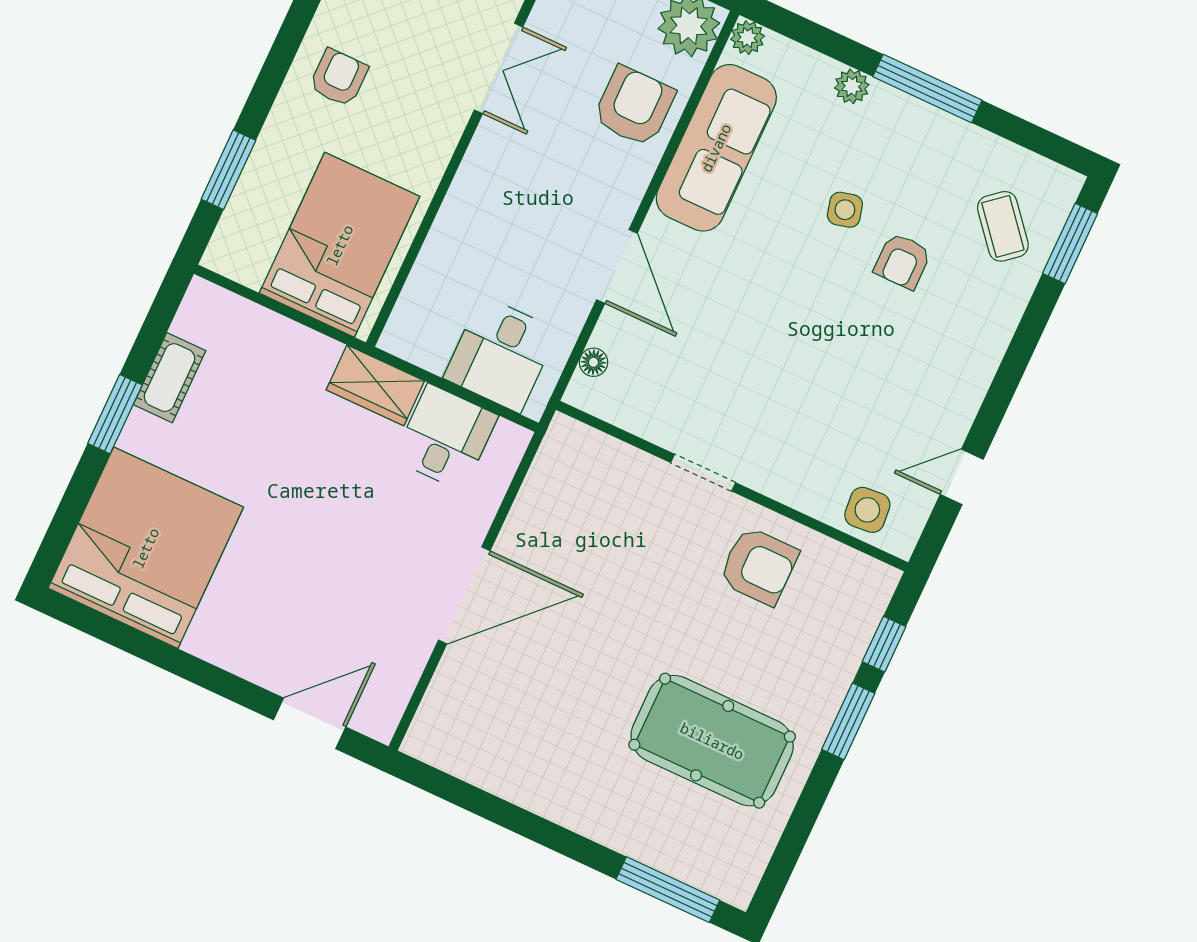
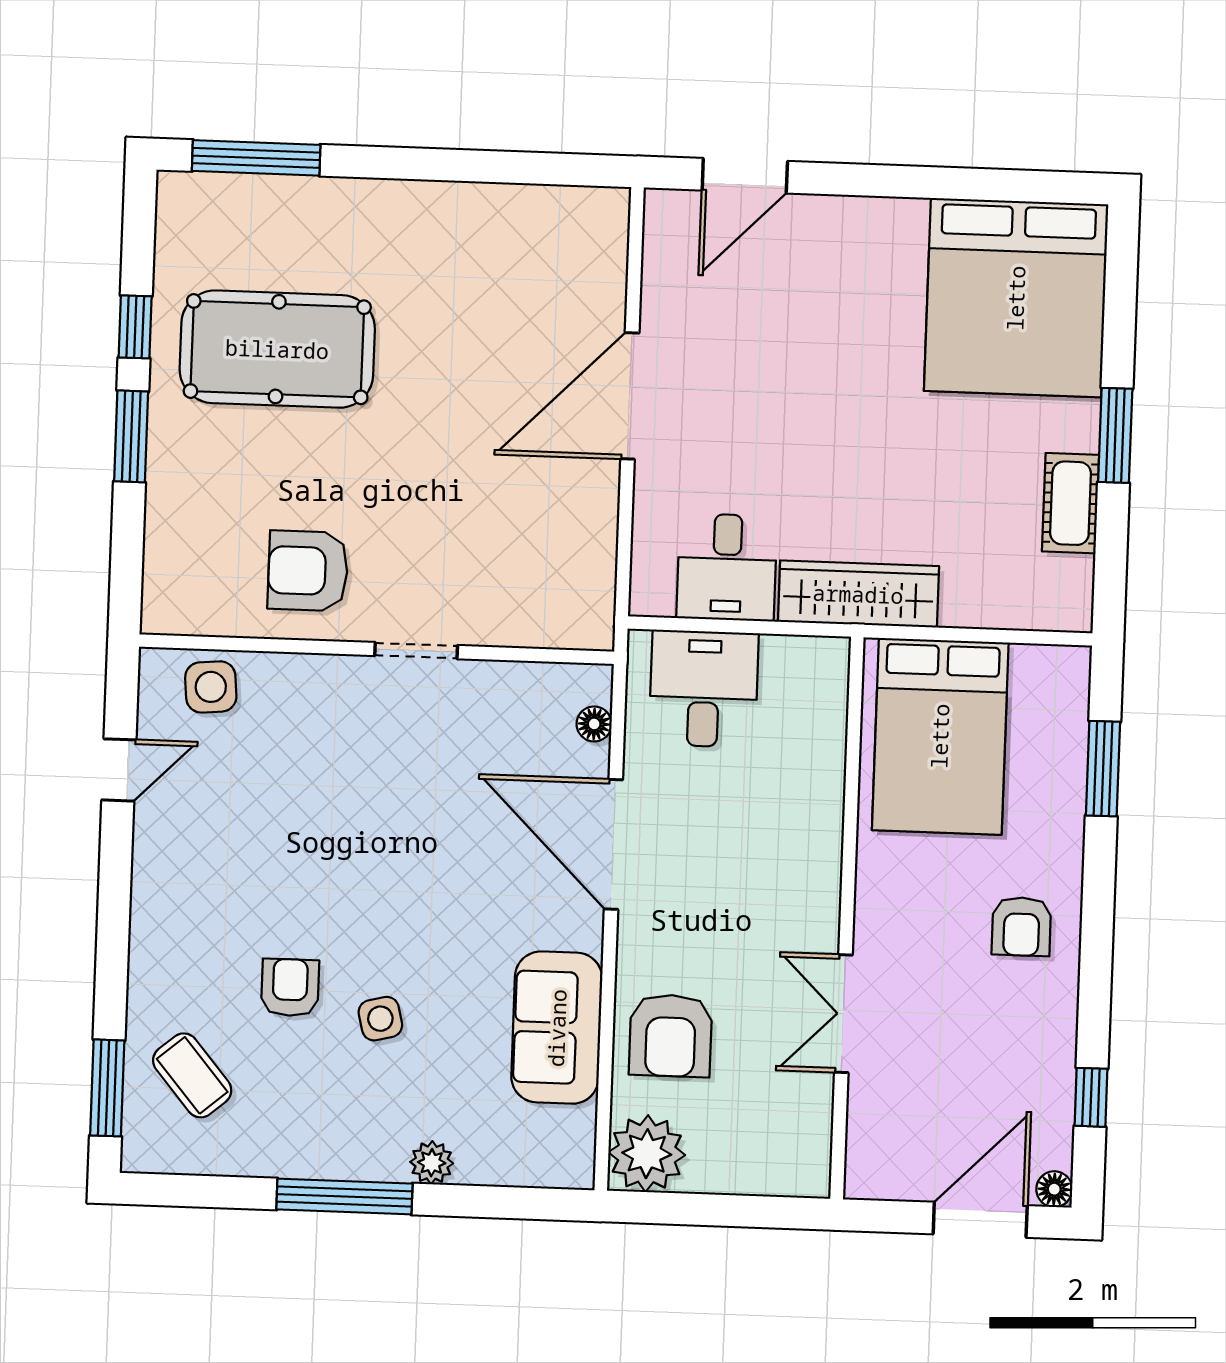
plant: (747, 38) -> (574, 1168), removed
sofa: (716, 148) -> (557, 1028), width x0.73
door: (617, 267) -> (613, 844), width x1.36
wardrobe: (375, 385) -> (858, 594), width x1.50
window: (884, 644) -> (135, 327), moved

